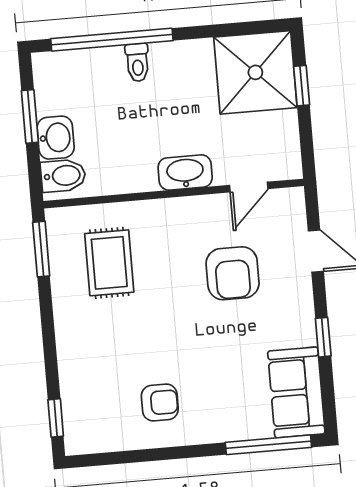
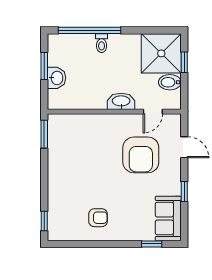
bidet: (63, 176) -> (170, 82), moved, turned 180
rug: (109, 263) -> (78, 144), removed
armchair: (233, 273) -> (141, 155), width x1.36, depth x1.36
window: (268, 445) -> (152, 244), width x0.46

